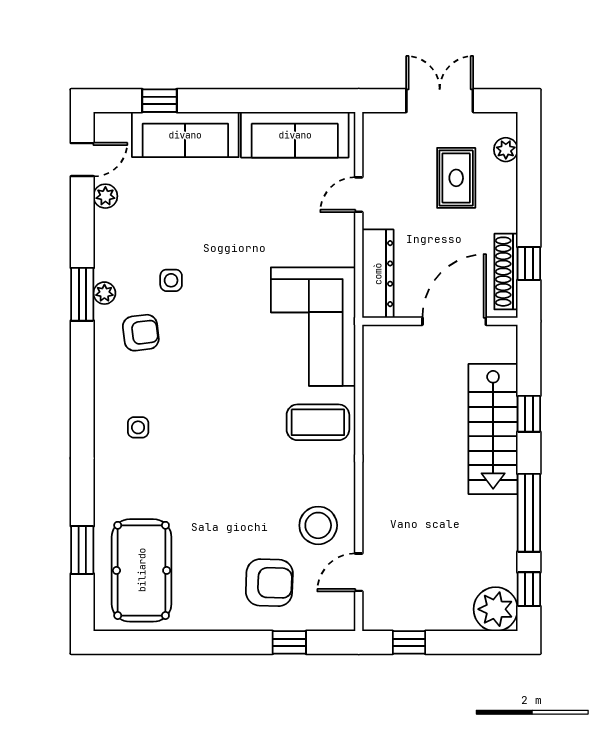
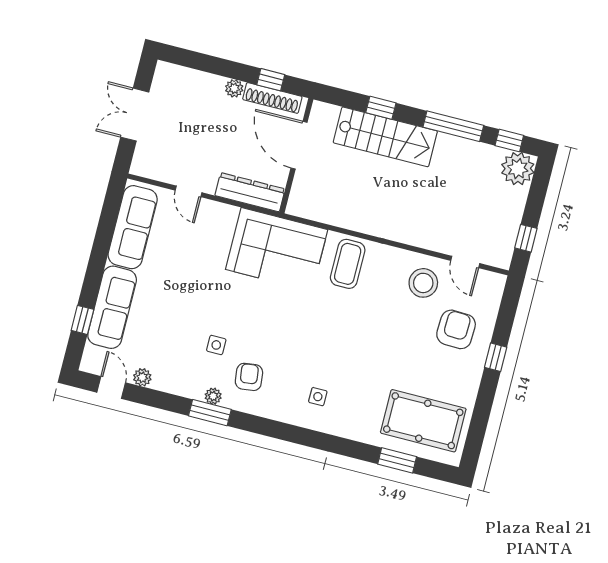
plant: (506, 150) -> (234, 88), moved
rug: (456, 178) -> (194, 117), removed
window: (289, 642) -> (496, 357), moved

